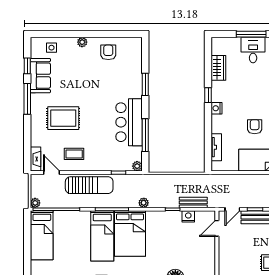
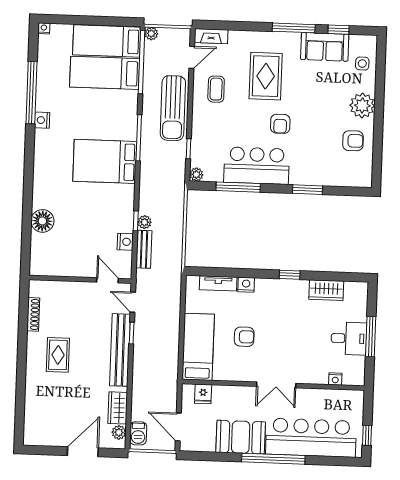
plant: (82, 42) -> (362, 106), width x1.88, depth x1.88
armchair: (98, 106) -> (280, 124), added
nightstand: (217, 108) -> (246, 285), moved
plant: (144, 203) -> (145, 222), moved
bed: (102, 236) -> (105, 73), moved

